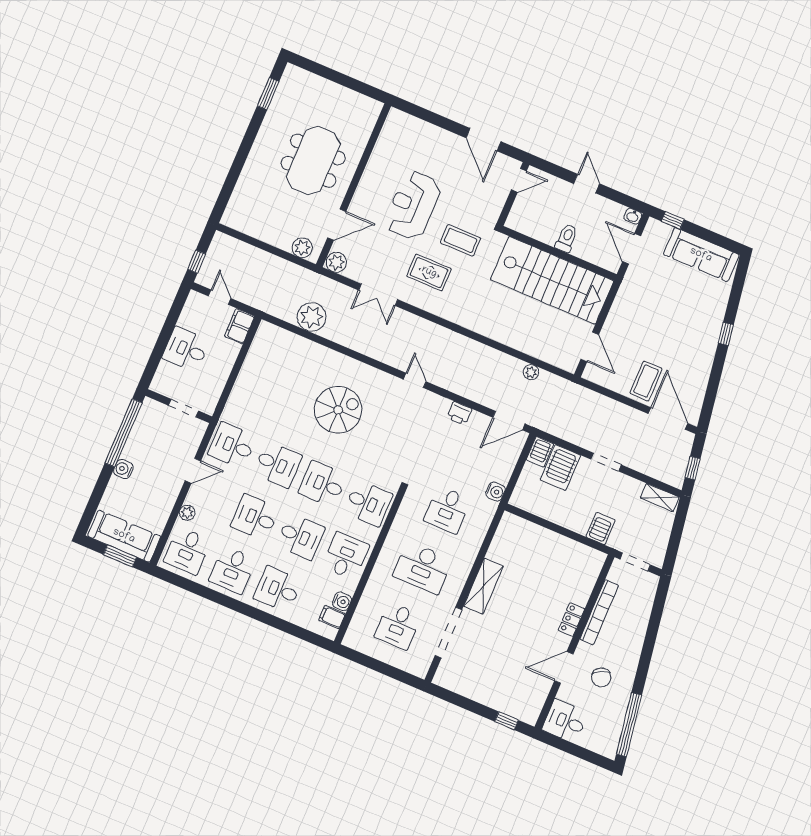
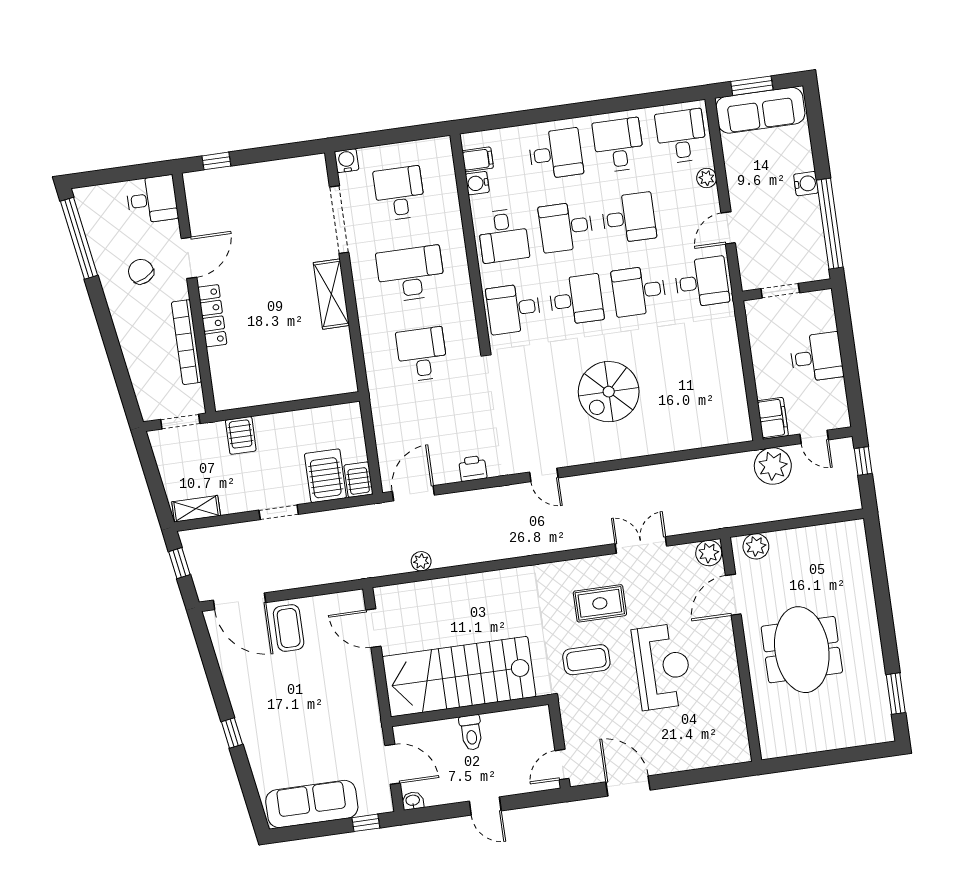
plant: (312, 317) -> (773, 466), moved
water cooler: (495, 492) -> (347, 161), moved, turned 90
locker: (571, 619) -> (212, 316), width x1.53

